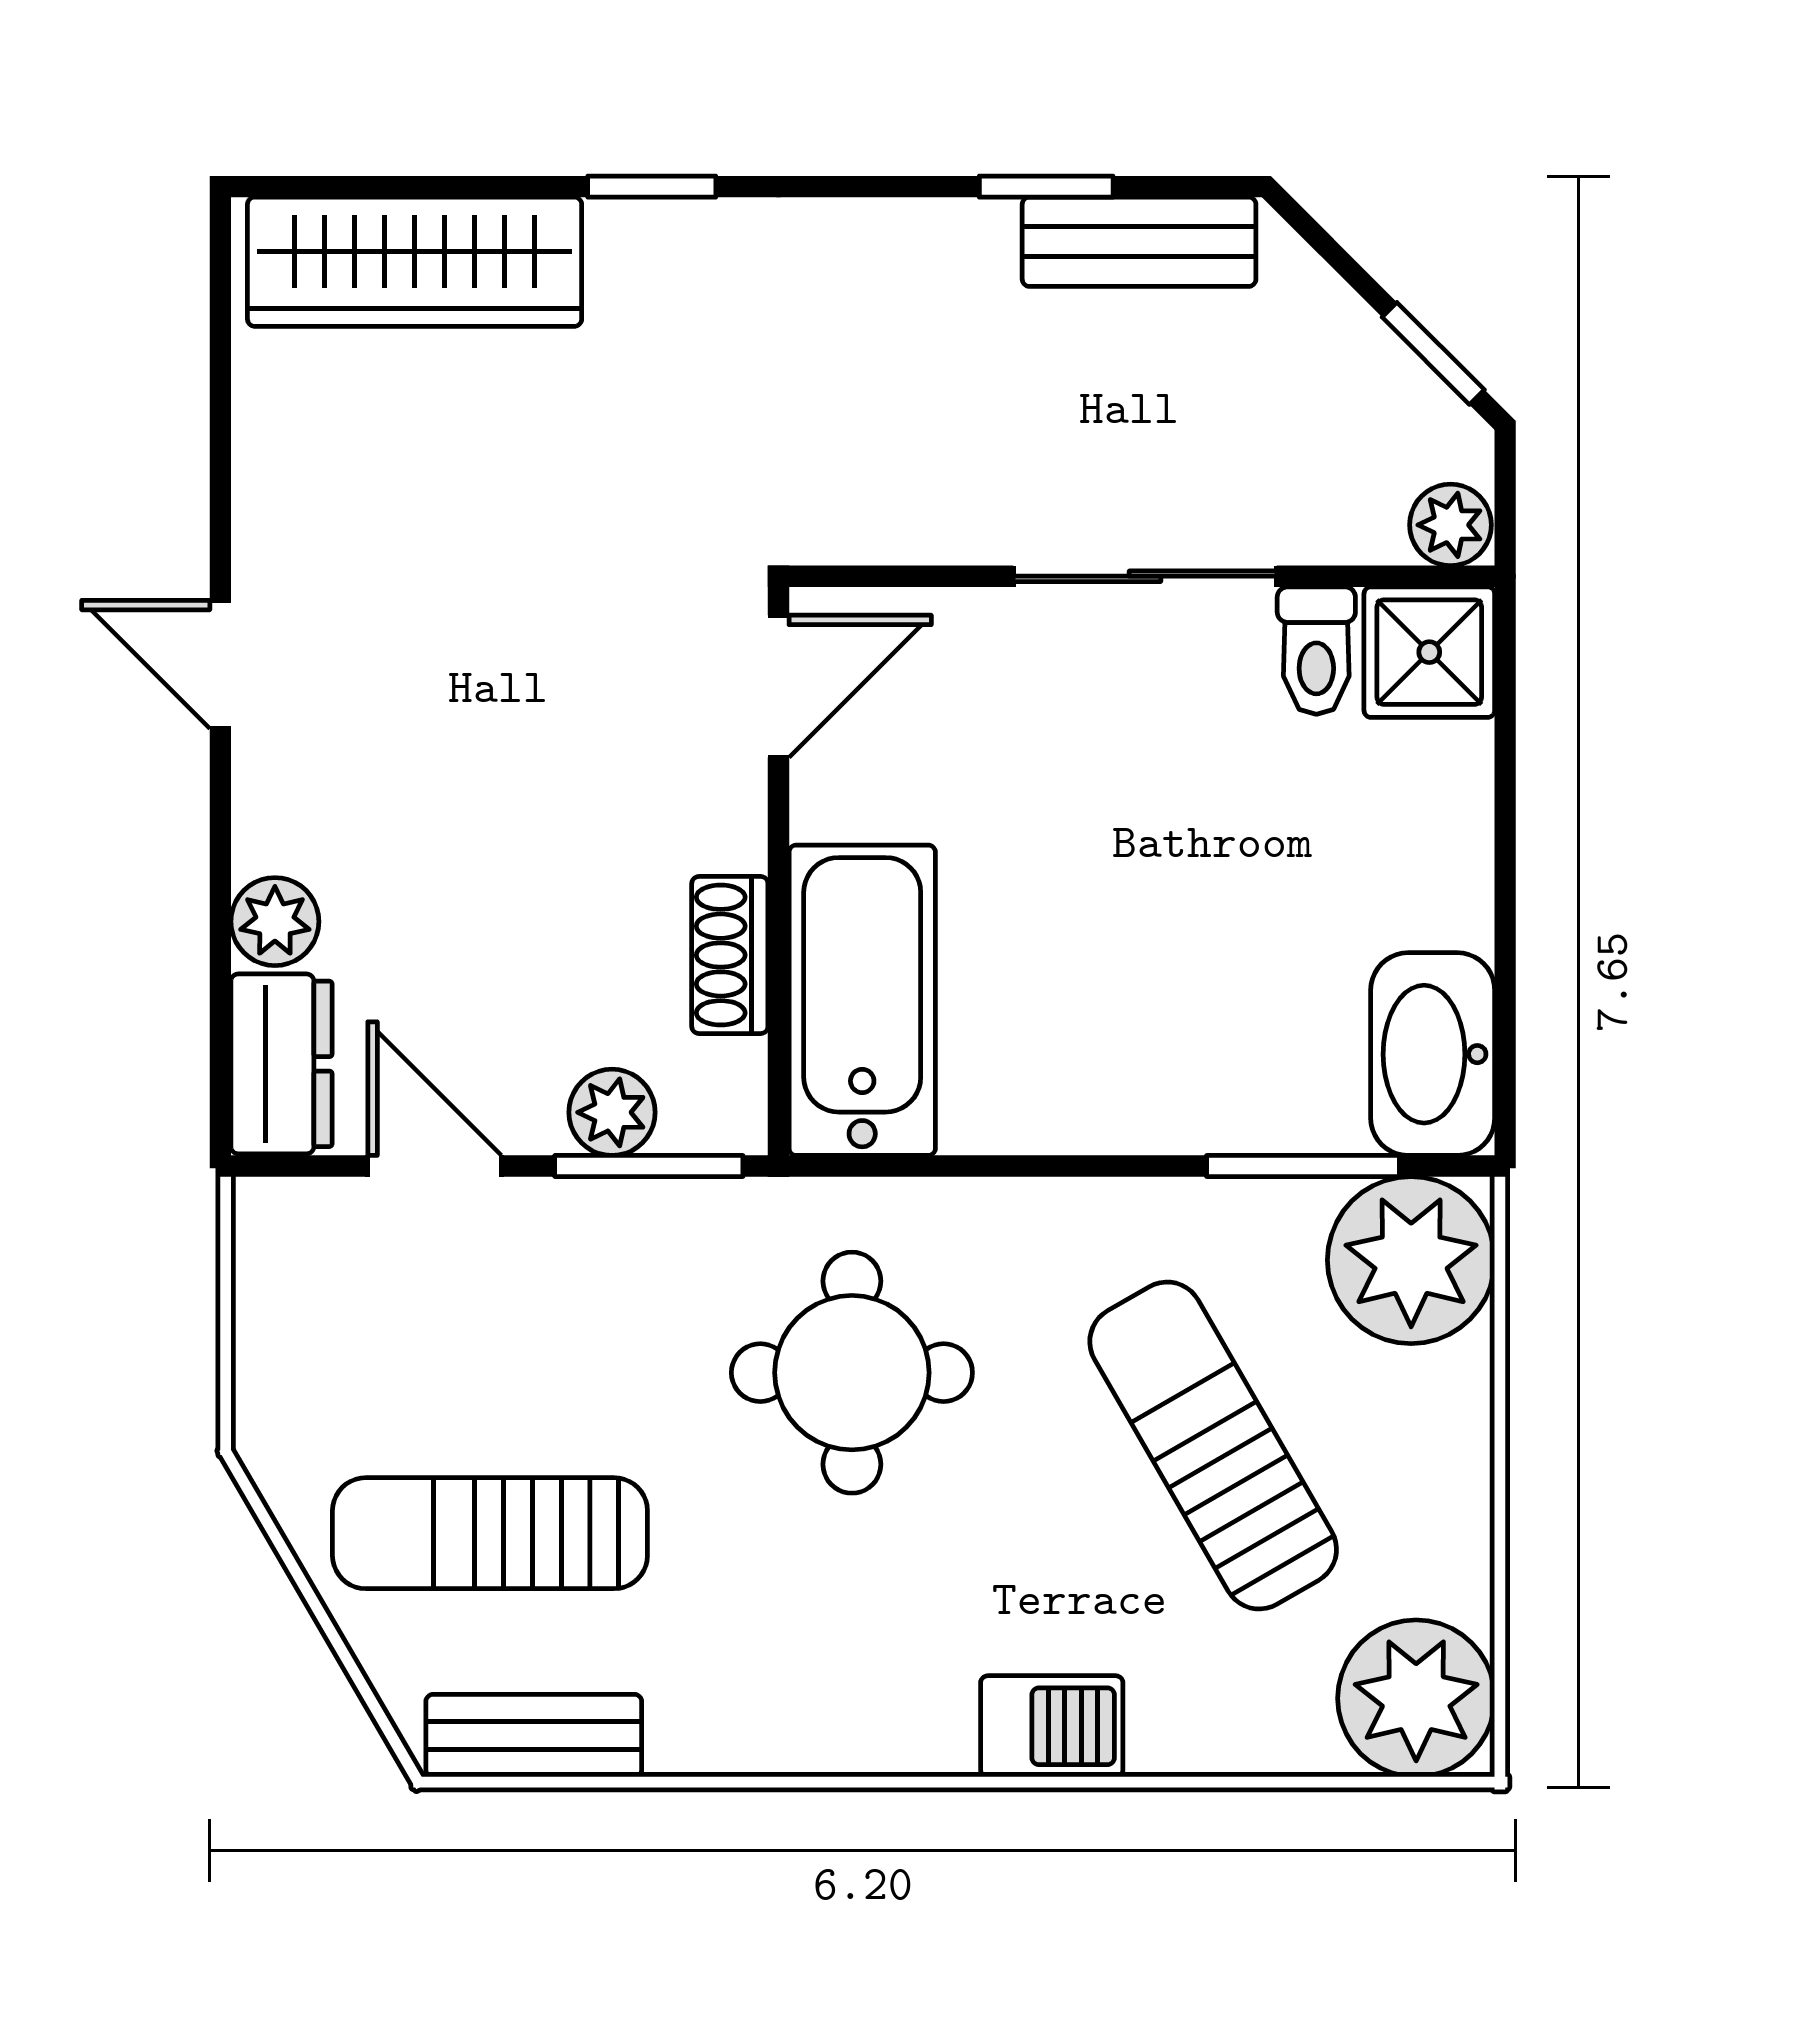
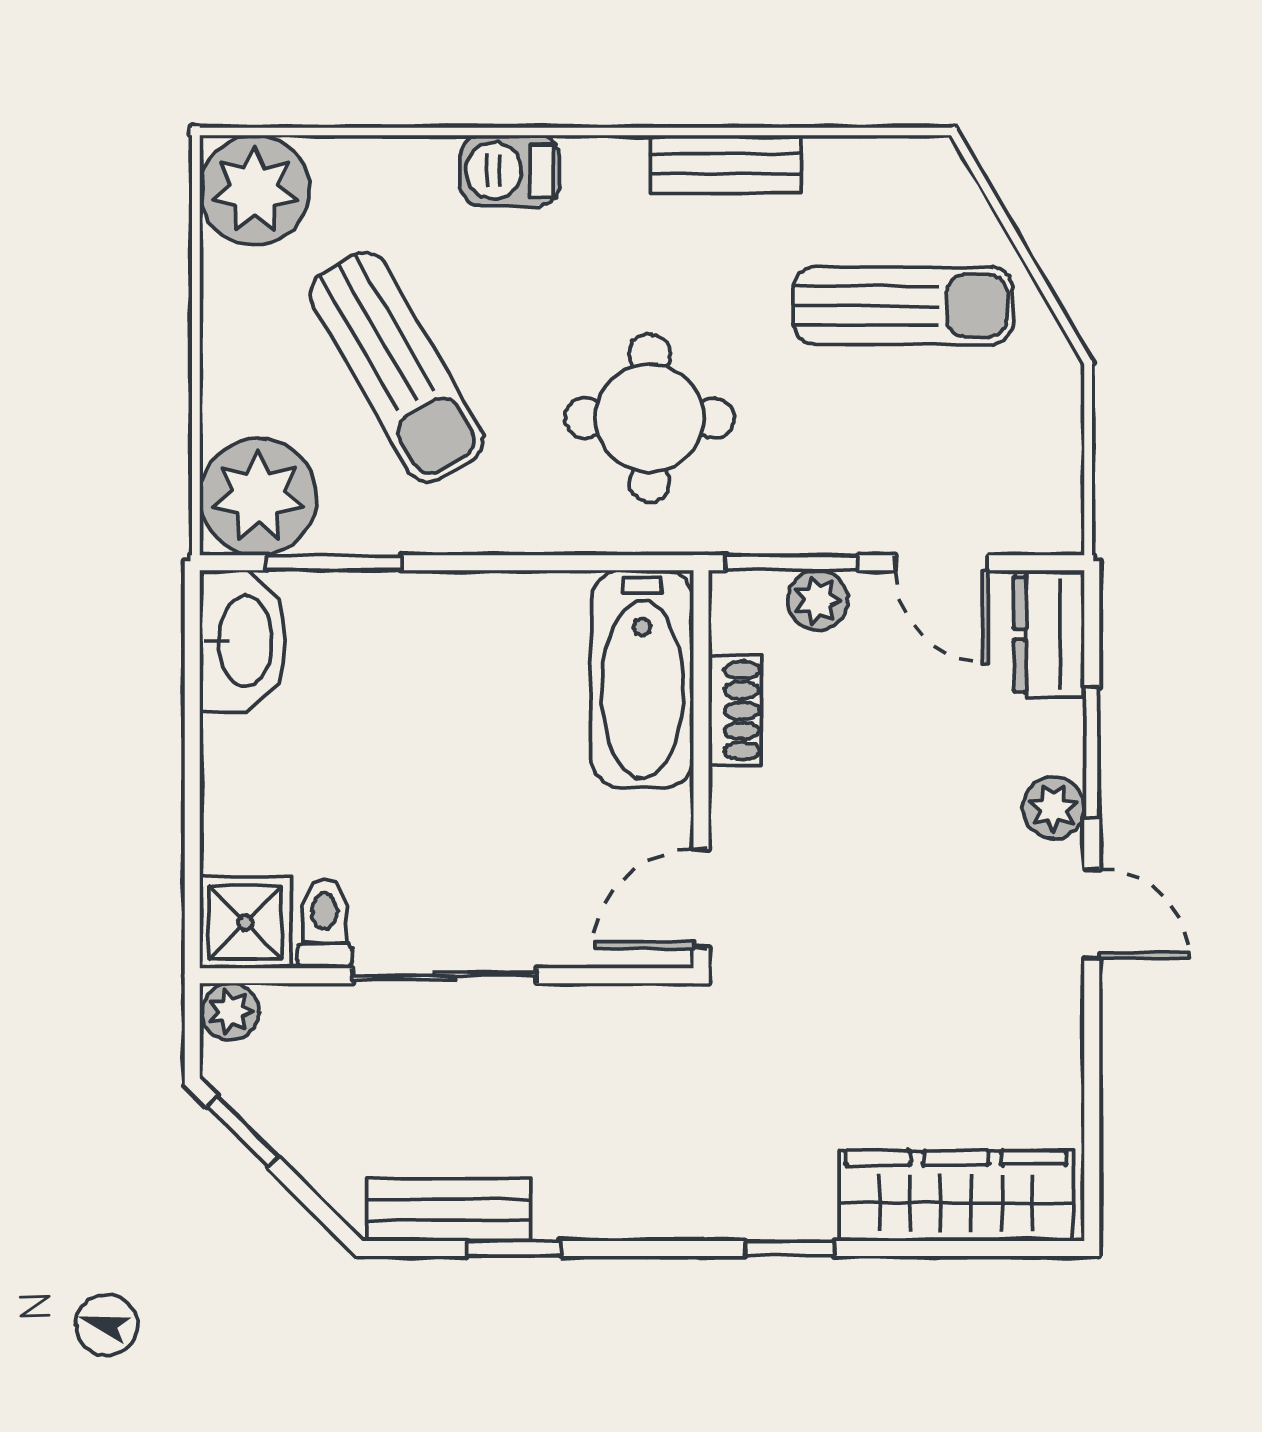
window: (220, 895) -> (1092, 752), added
plant: (275, 922) -> (1054, 808), moved
bench: (534, 1736) -> (726, 164), moved

